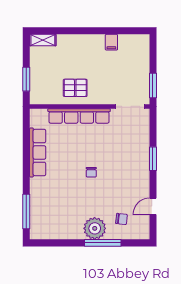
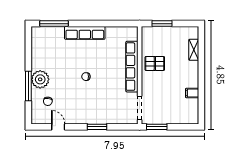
shelving: (43, 40) -> (194, 50), moved
pallet: (75, 88) -> (155, 63), turned 90
row of seats: (38, 152) -> (85, 33), moved

